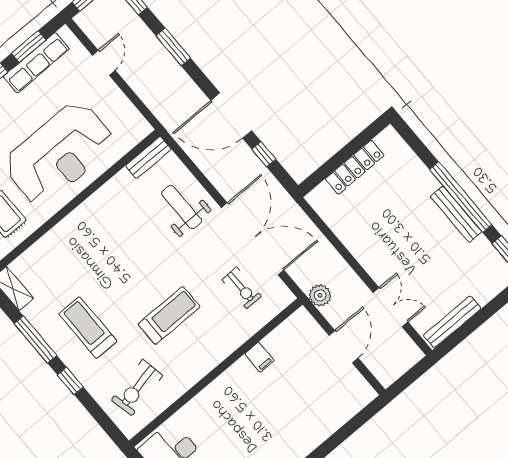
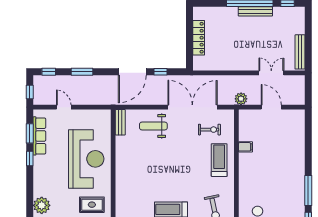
treadmill: (169, 315) -> (219, 160), moved

